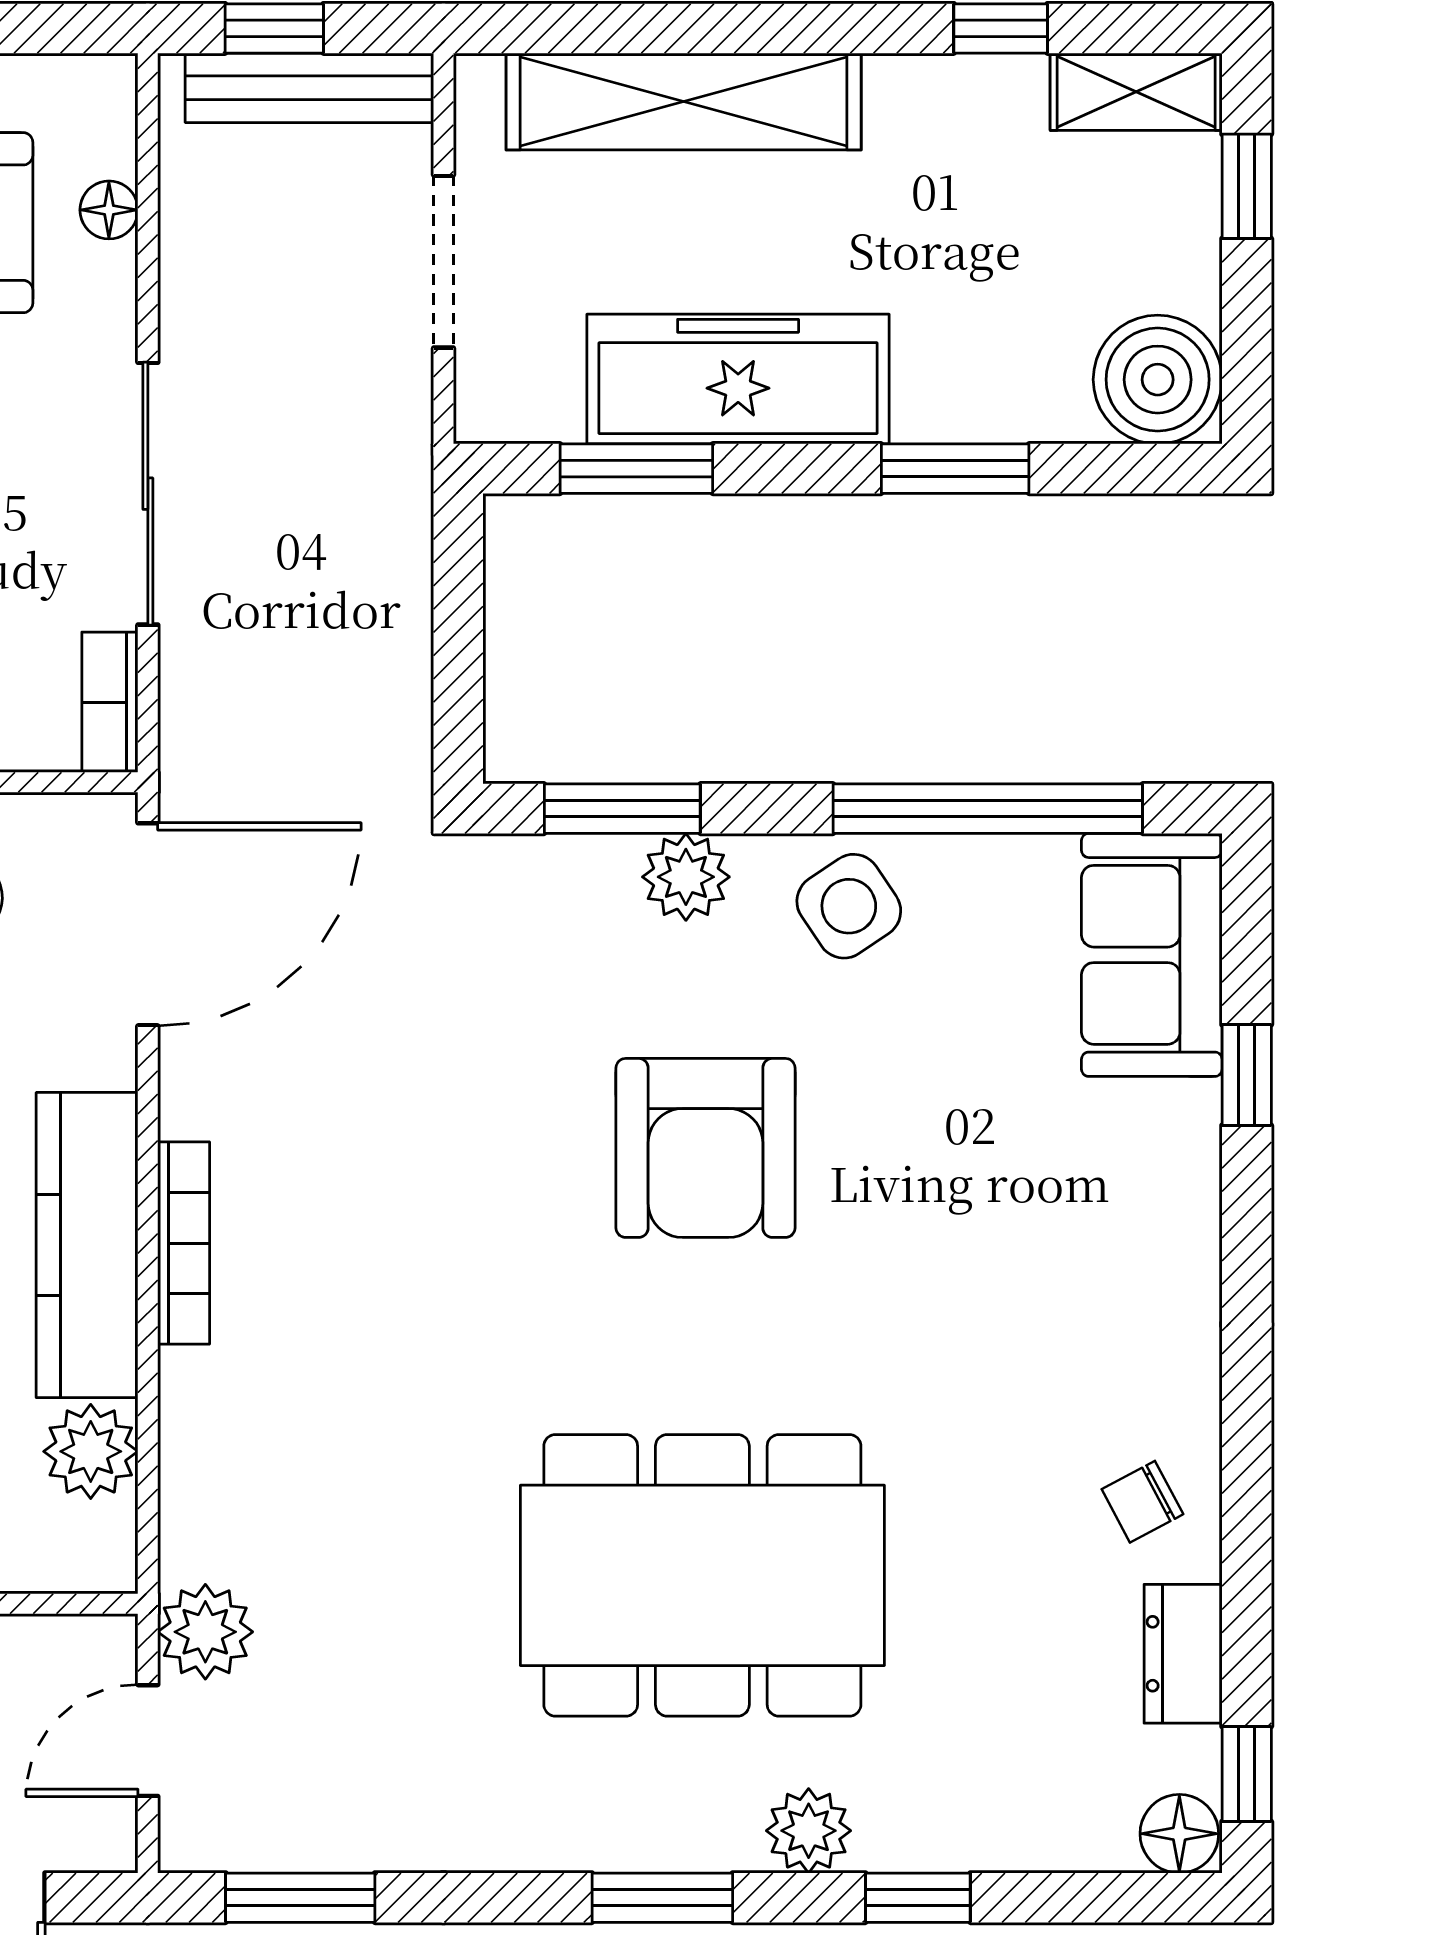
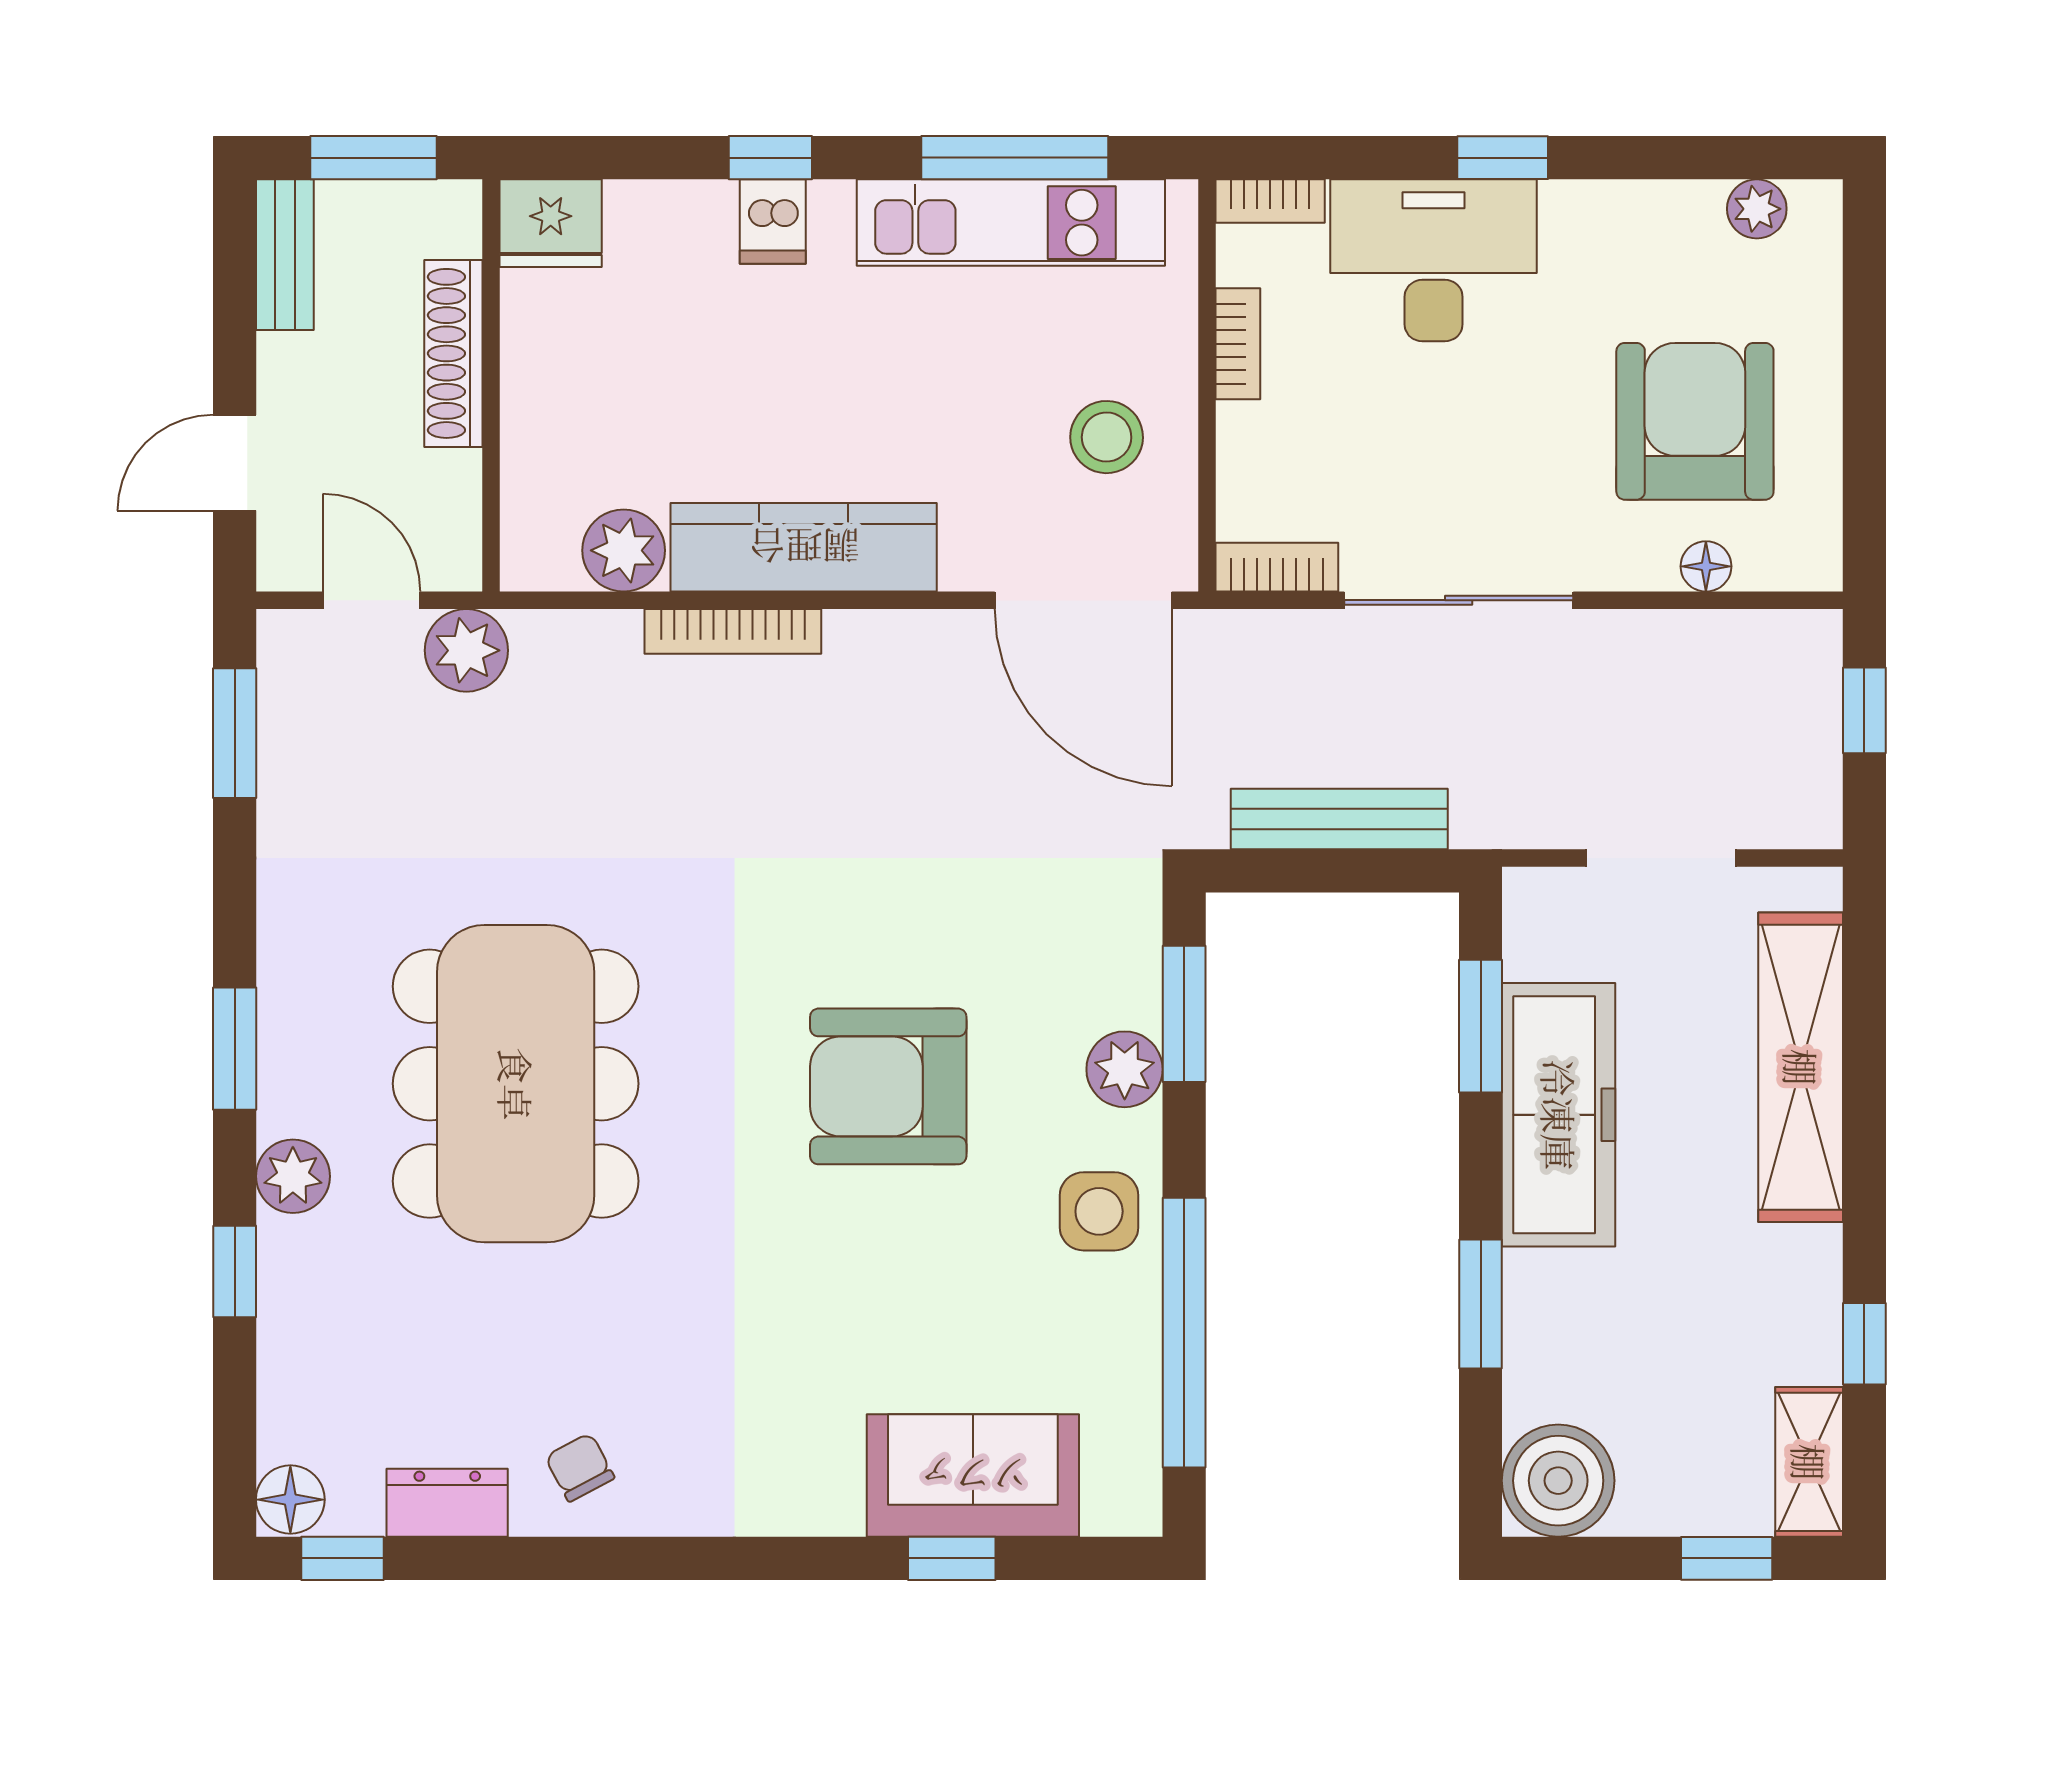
bench: (309, 88) -> (1339, 819), moved, turned 90
side table: (849, 906) -> (1099, 1211), turned 34
sofa: (1152, 955) -> (973, 1476), moved
bookcase: (184, 1243) -> (733, 631), moved

